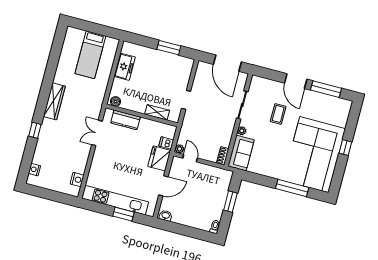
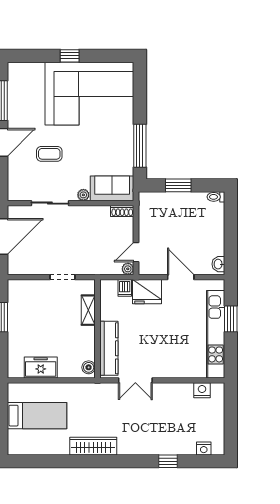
wardrobe: (54, 101) -> (93, 446), moved
kitchen counter: (125, 120) -> (109, 348), width x1.50
window: (35, 130) -> (168, 461), moved
window: (292, 188) -> (140, 146), moved

